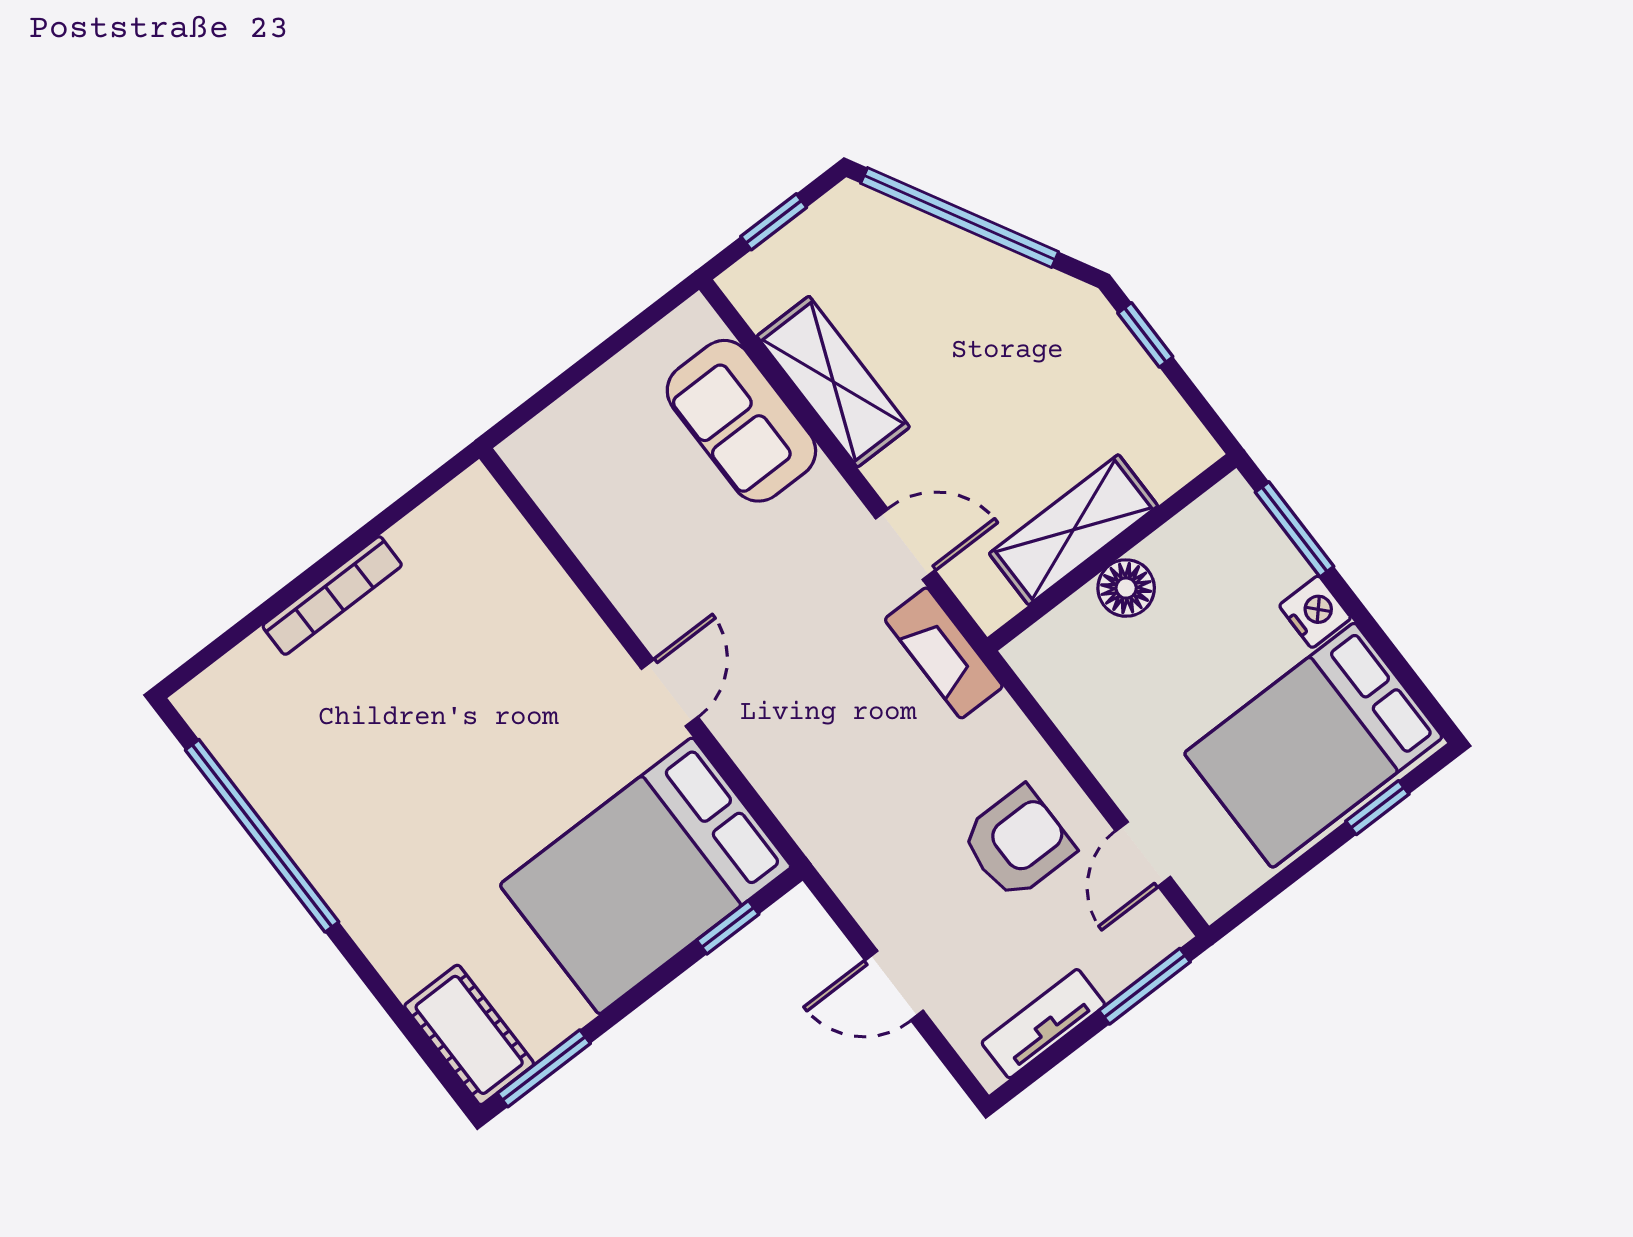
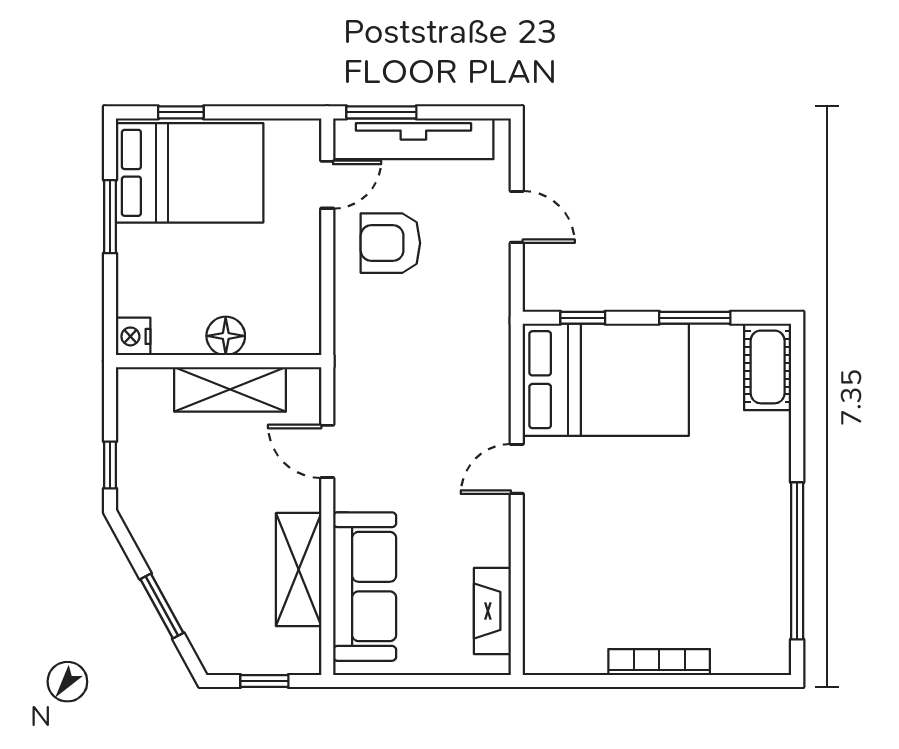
window: (960, 218) -> (162, 606), width x0.47
sofa: (741, 421) -> (365, 587), width x1.36
window: (1294, 529) -> (110, 217), moved
nightstand: (1315, 612) -> (133, 336), moved
fireplace: (944, 653) -> (492, 611), moved, turned 180
tv unit: (1043, 1024) -> (413, 139), width x1.92, depth x1.29
window: (544, 1068) -> (695, 318), moved

